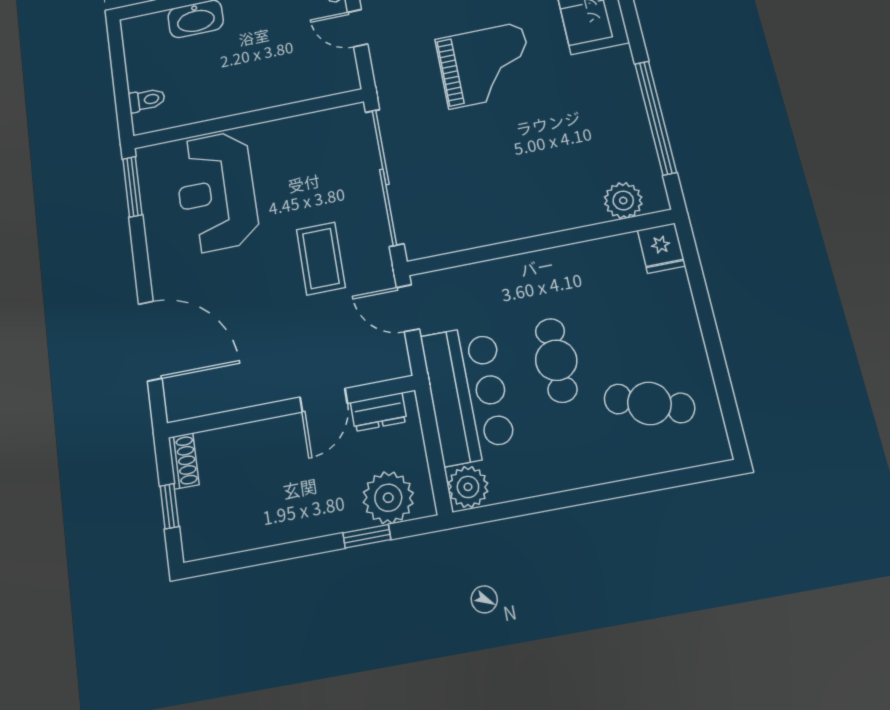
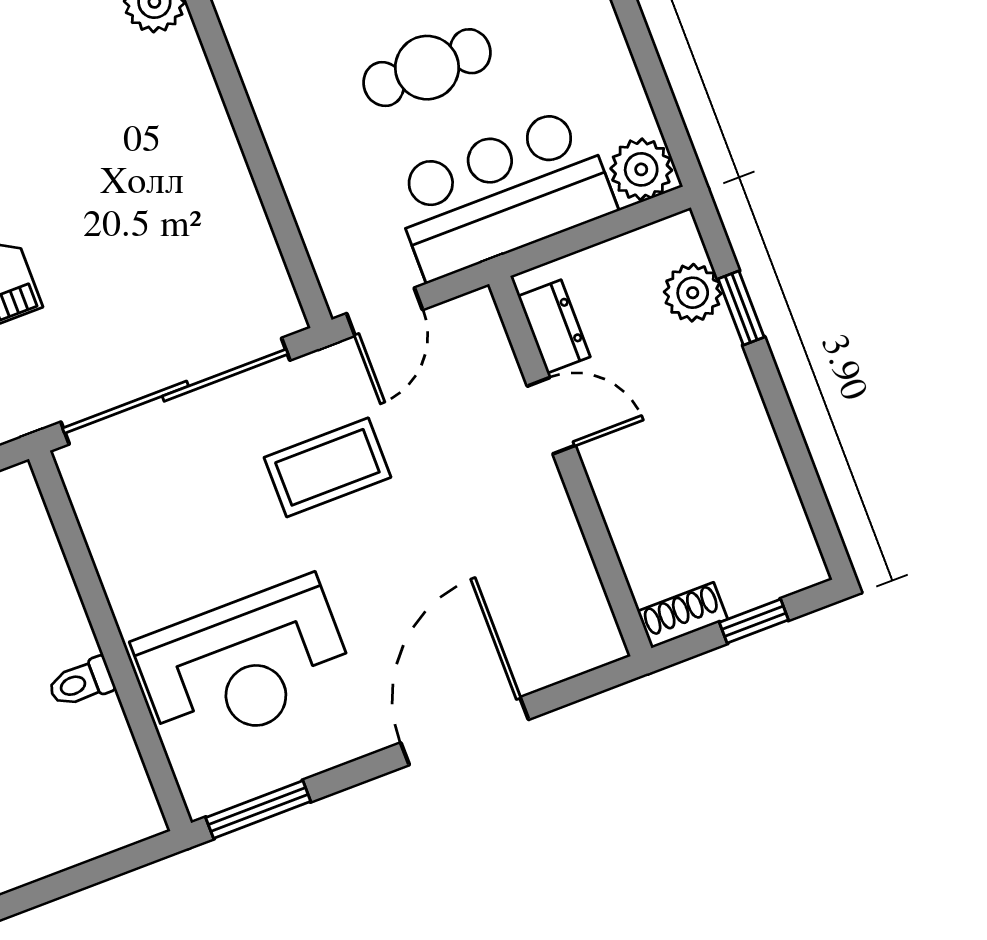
toilet: (147, 100) -> (81, 683), moved, turned -90
door: (150, 341) -> (465, 731), moved
plant: (388, 498) -> (693, 293), width x0.73, depth x0.73

